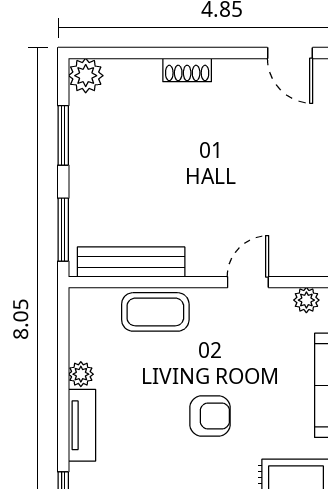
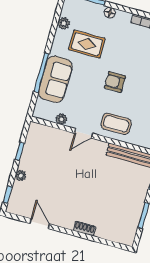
plant: (86, 76) -> (127, 238), removed
coffee table: (155, 312) -> (116, 124), moved

